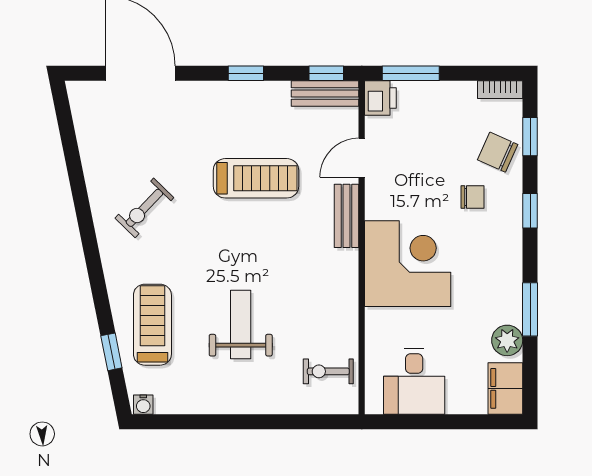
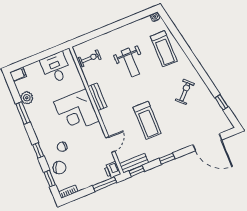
treadmill: (256, 178) -> (147, 120), turned -90
bench: (347, 216) -> (97, 97), moved
window: (111, 352) -> (222, 102), moved
filing cabinet: (505, 388) -> (18, 74), width x0.50

